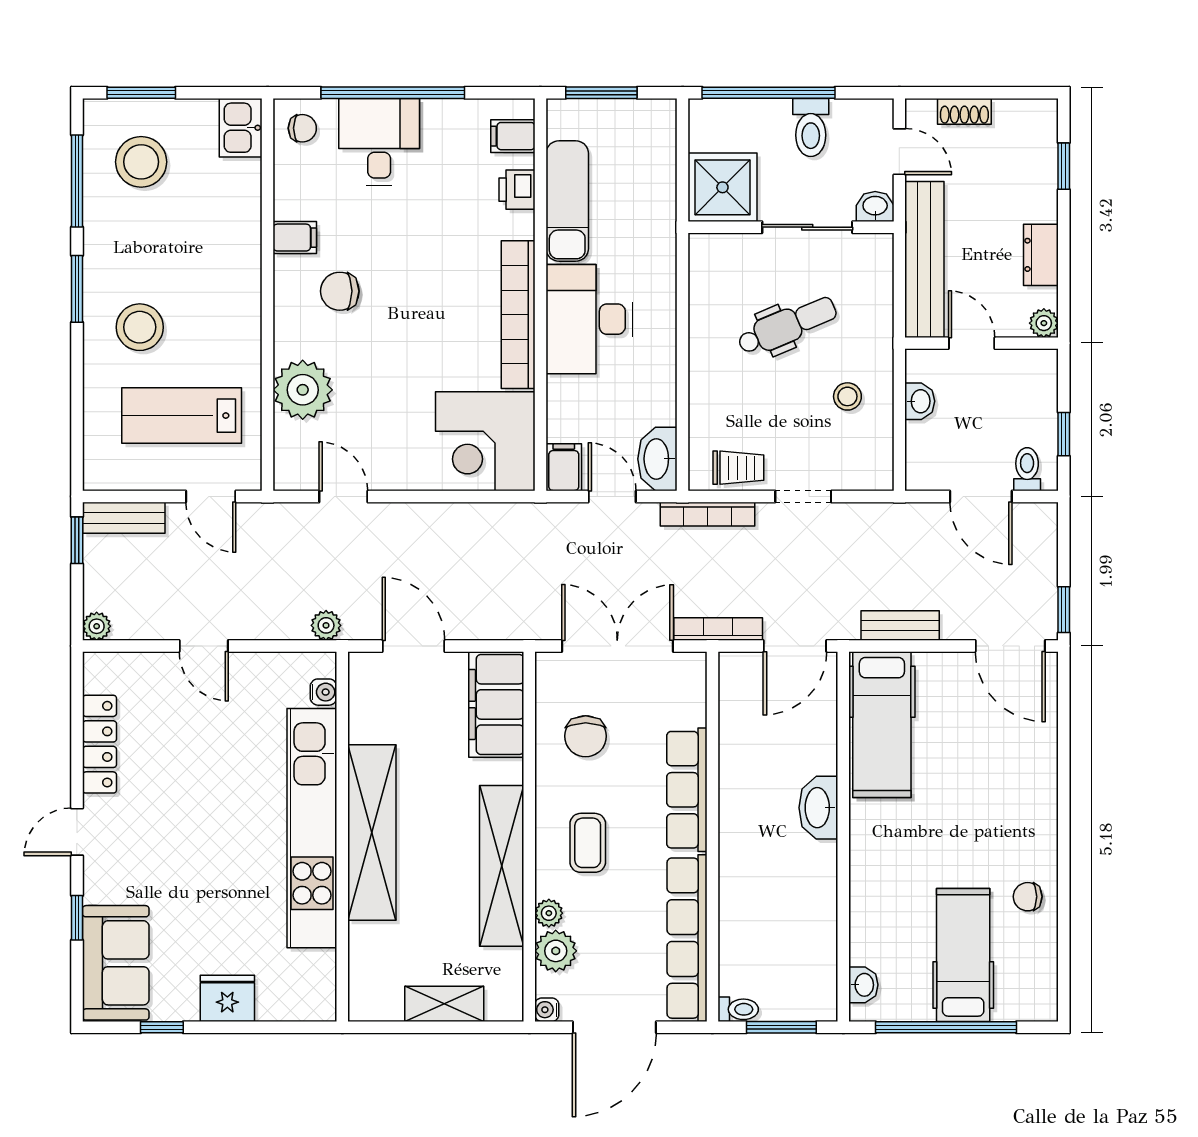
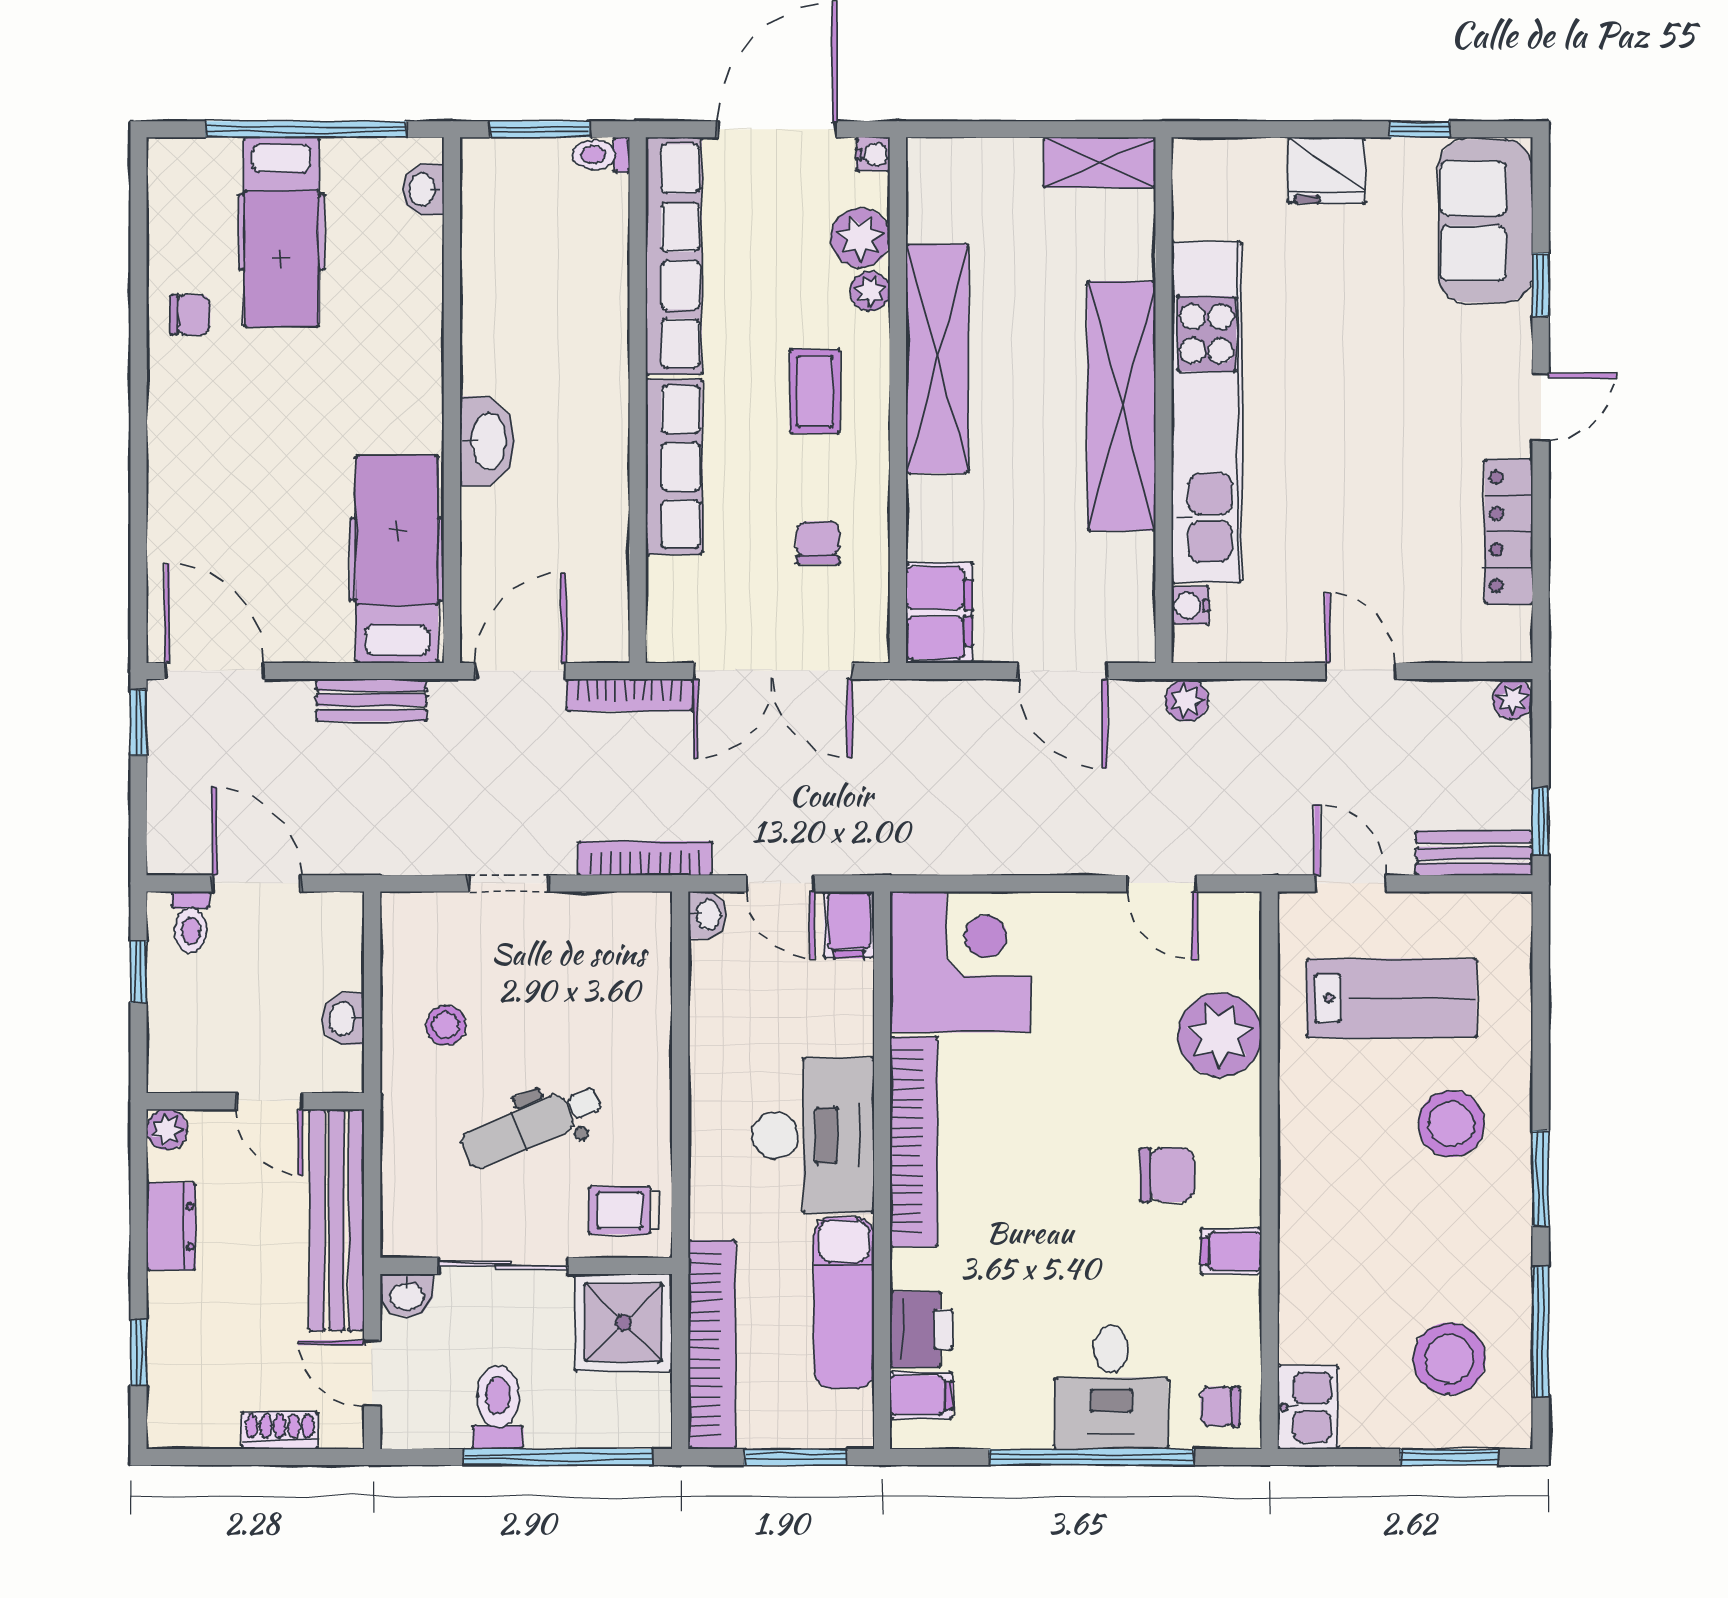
bookcase: (660, 172) -> (712, 1345), added
printer: (517, 190) -> (922, 1329), width x1.36, depth x1.24
washbasin: (657, 459) -> (707, 915), width x0.52, depth x0.69
trolley: (738, 468) -> (625, 1210), moved
filing cabinet: (496, 704) -> (939, 613), width x0.67, depth x0.86
chair: (586, 736) -> (818, 543), width x0.73, depth x0.73
shelving: (444, 1004) -> (1099, 162), moved

